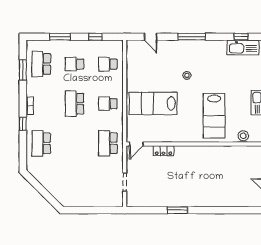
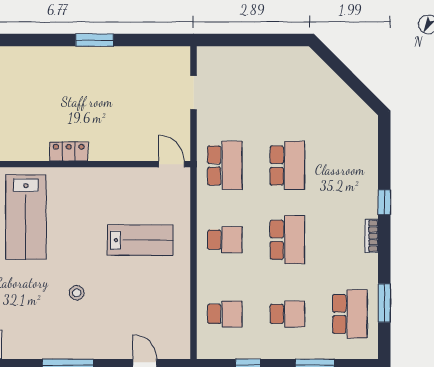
lab bench: (153, 103) -> (140, 240), width x0.73, depth x0.72
lab bench: (214, 116) -> (26, 217), turned 180
school desk: (41, 143) -> (287, 165), moved
door: (136, 144) -> (171, 164), hinge flipped
locker: (164, 151) -> (69, 152), moved

